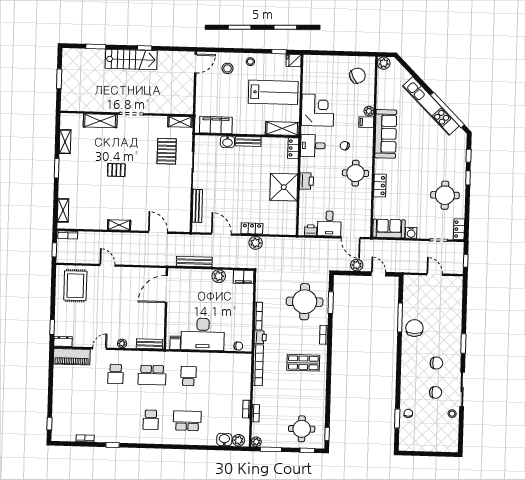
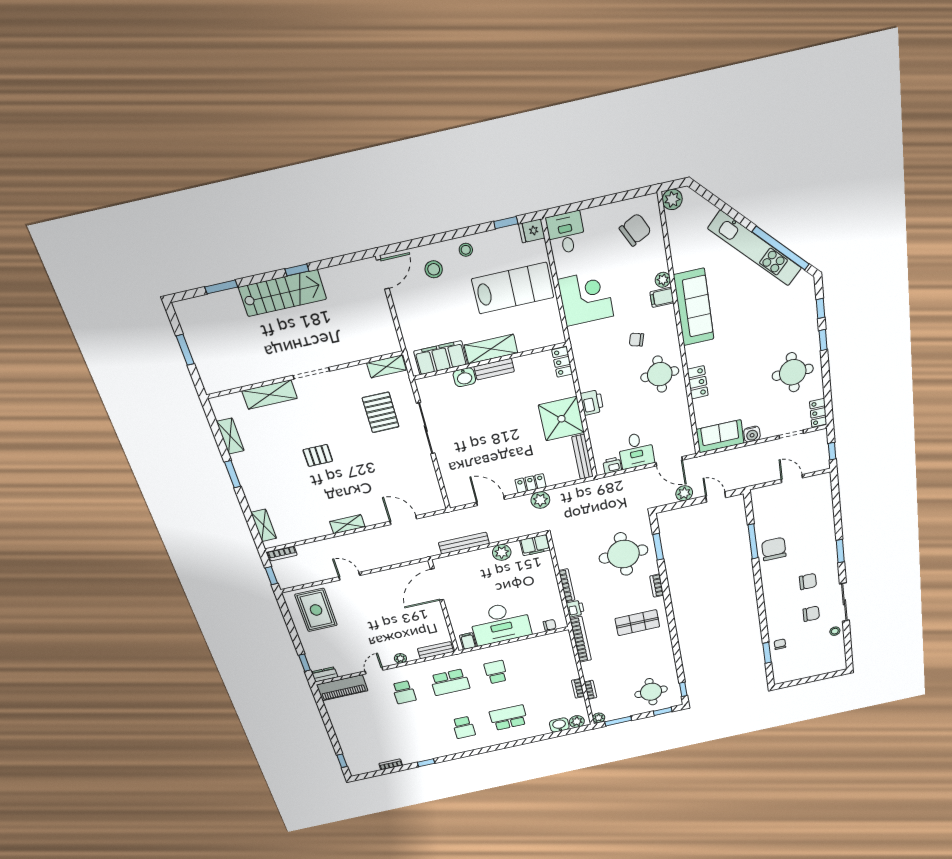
shelving: (282, 129) -> (491, 349), moved
desk: (313, 146) -> (566, 233), moved, turned 90
bench: (197, 206) -> (582, 457), moved

